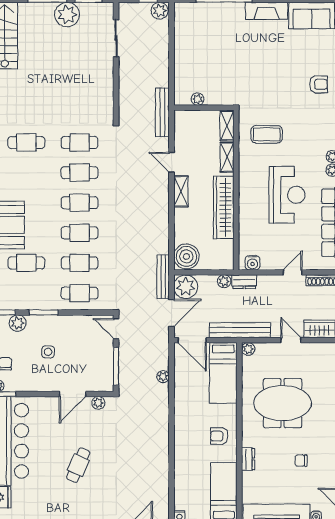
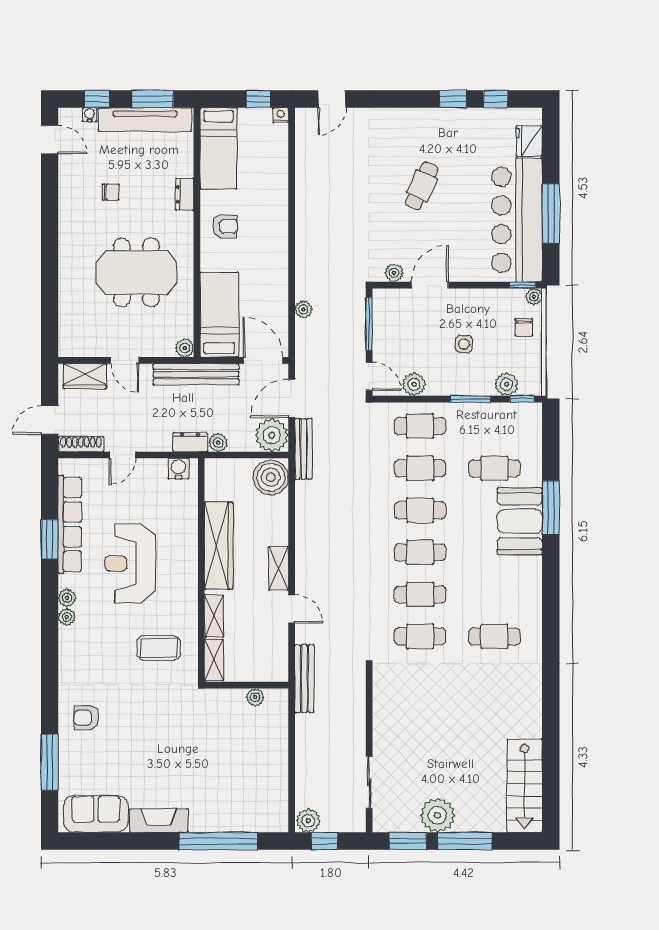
plant: (84, 323) -> (414, 384), added

